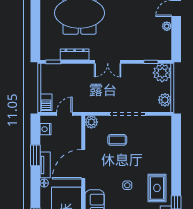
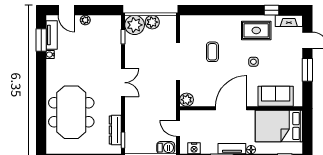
dresser: (75, 54) -> (115, 130), moved
plant: (165, 100) -> (152, 22), moved
coffee table: (117, 140) -> (212, 52), moved
door: (83, 164) -> (231, 108), swing flipped

